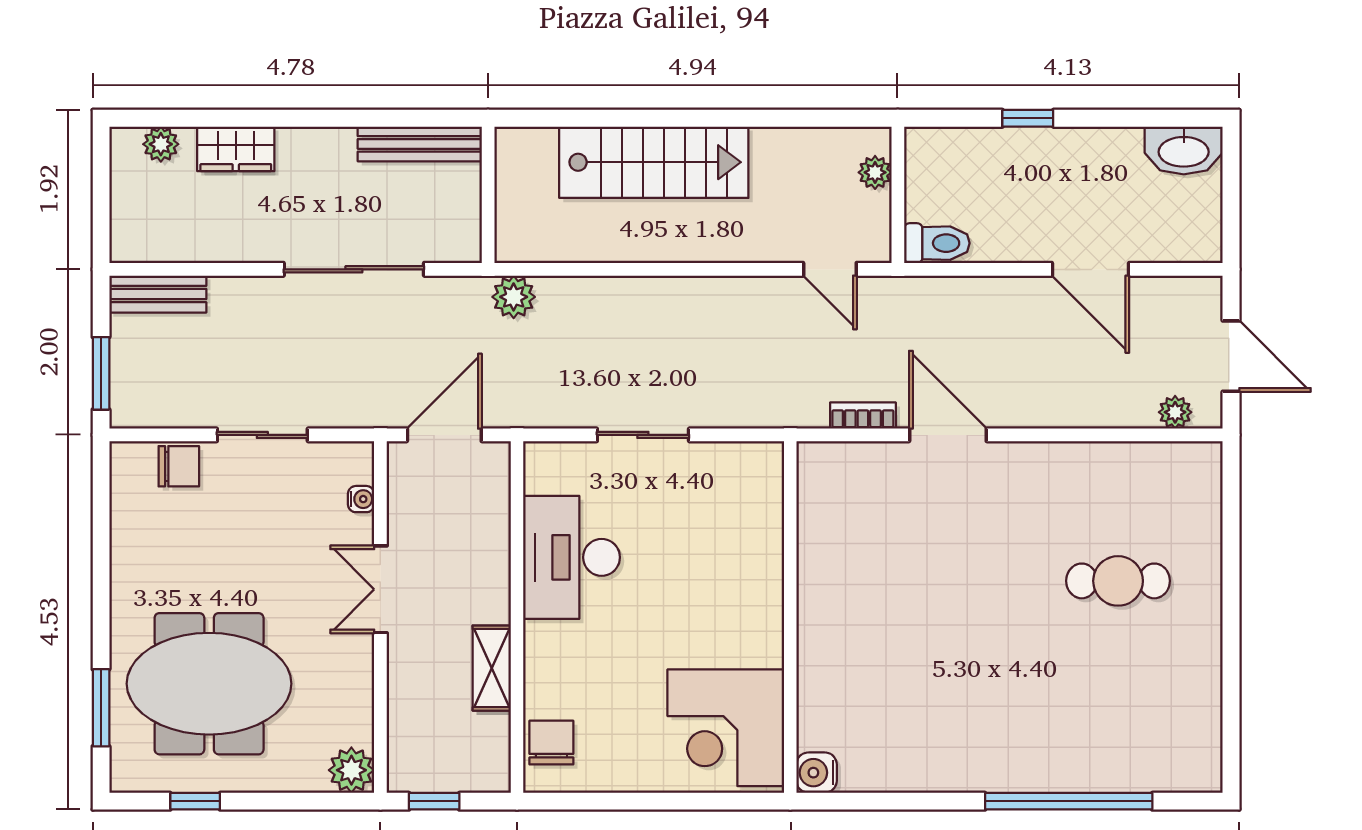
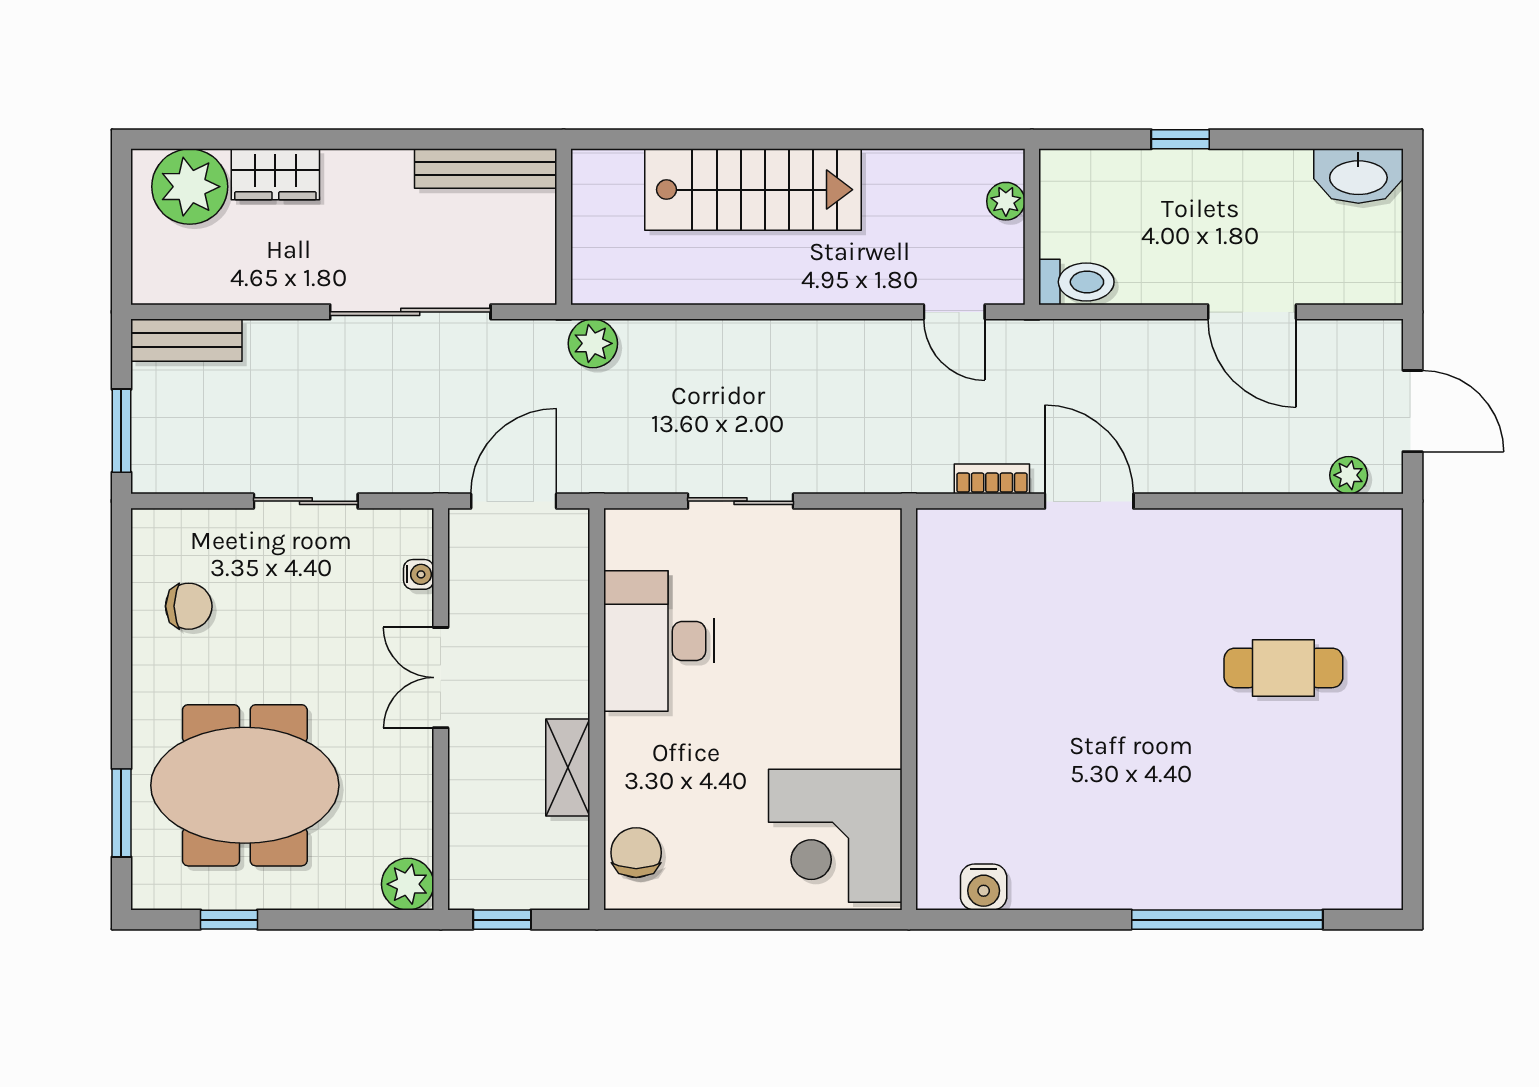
plant: (161, 144) -> (190, 187), width x1.88, depth x1.88
chair: (179, 466) -> (189, 606), moved
water cooler: (817, 773) -> (984, 887), moved, turned -90

